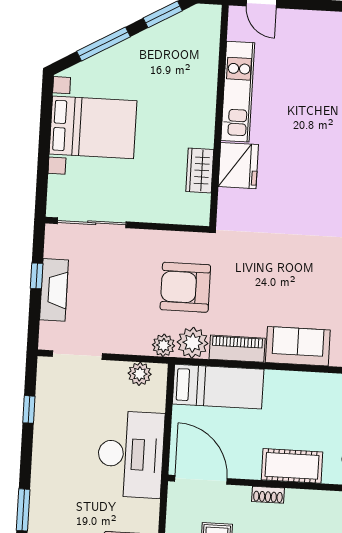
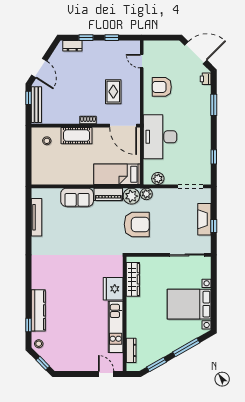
dresser: (210, 44) -> (131, 350), added
wardrobe: (200, 170) -> (133, 279), width x1.50

